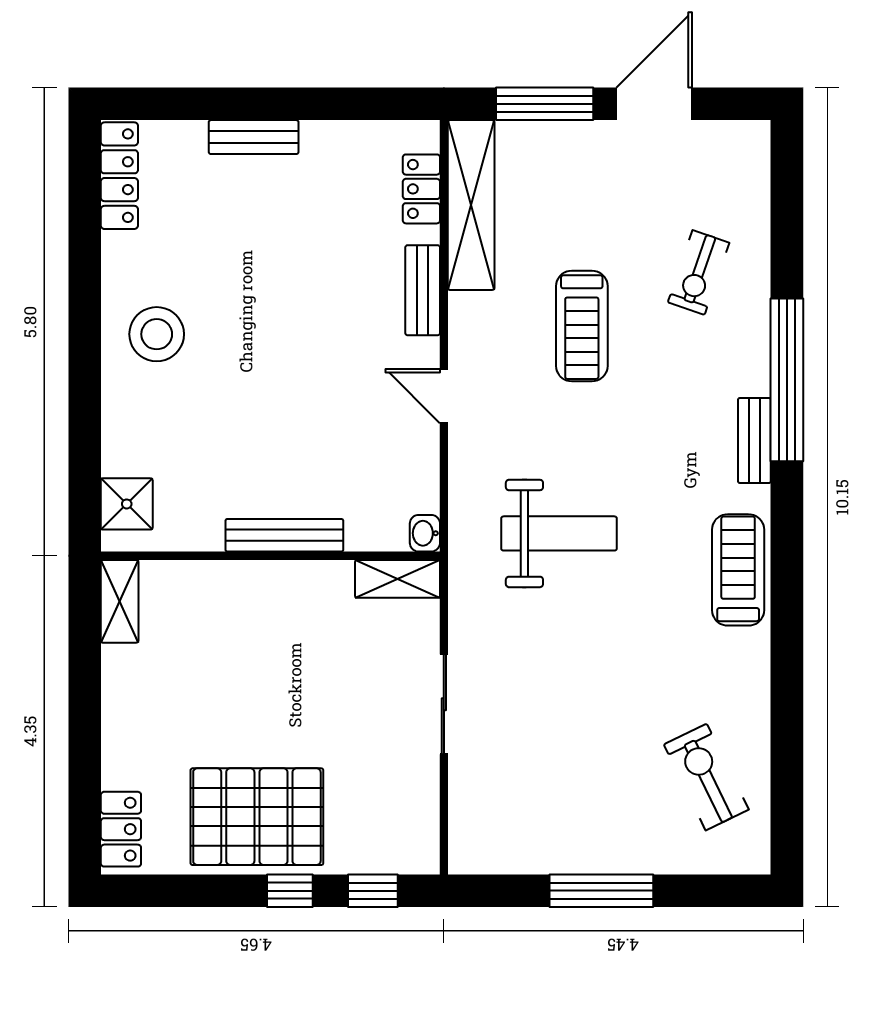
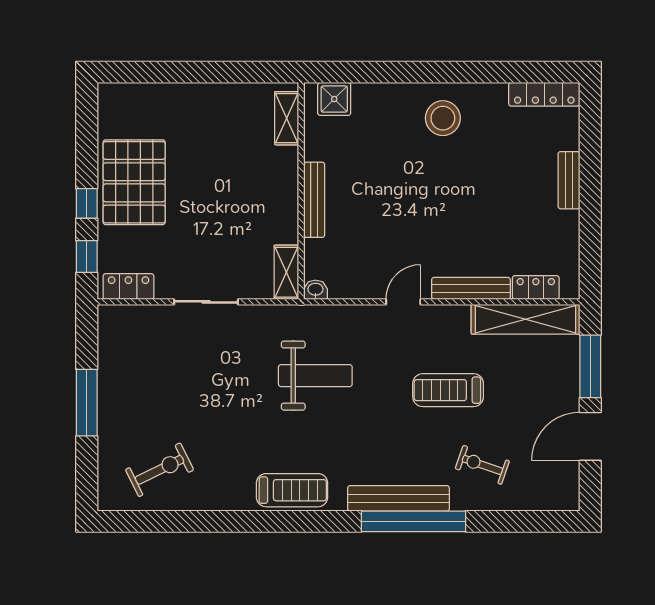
door: (654, 104) -> (590, 436), swing flipped
bench: (423, 290) -> (471, 288), width x1.36
bench: (754, 441) -> (398, 498), width x1.86, depth x1.21
weight bench: (559, 533) -> (315, 376), turned -90
shelving: (120, 601) -> (287, 118), moved, turned 90
locker: (121, 829) -> (128, 287), moved, turned 180

